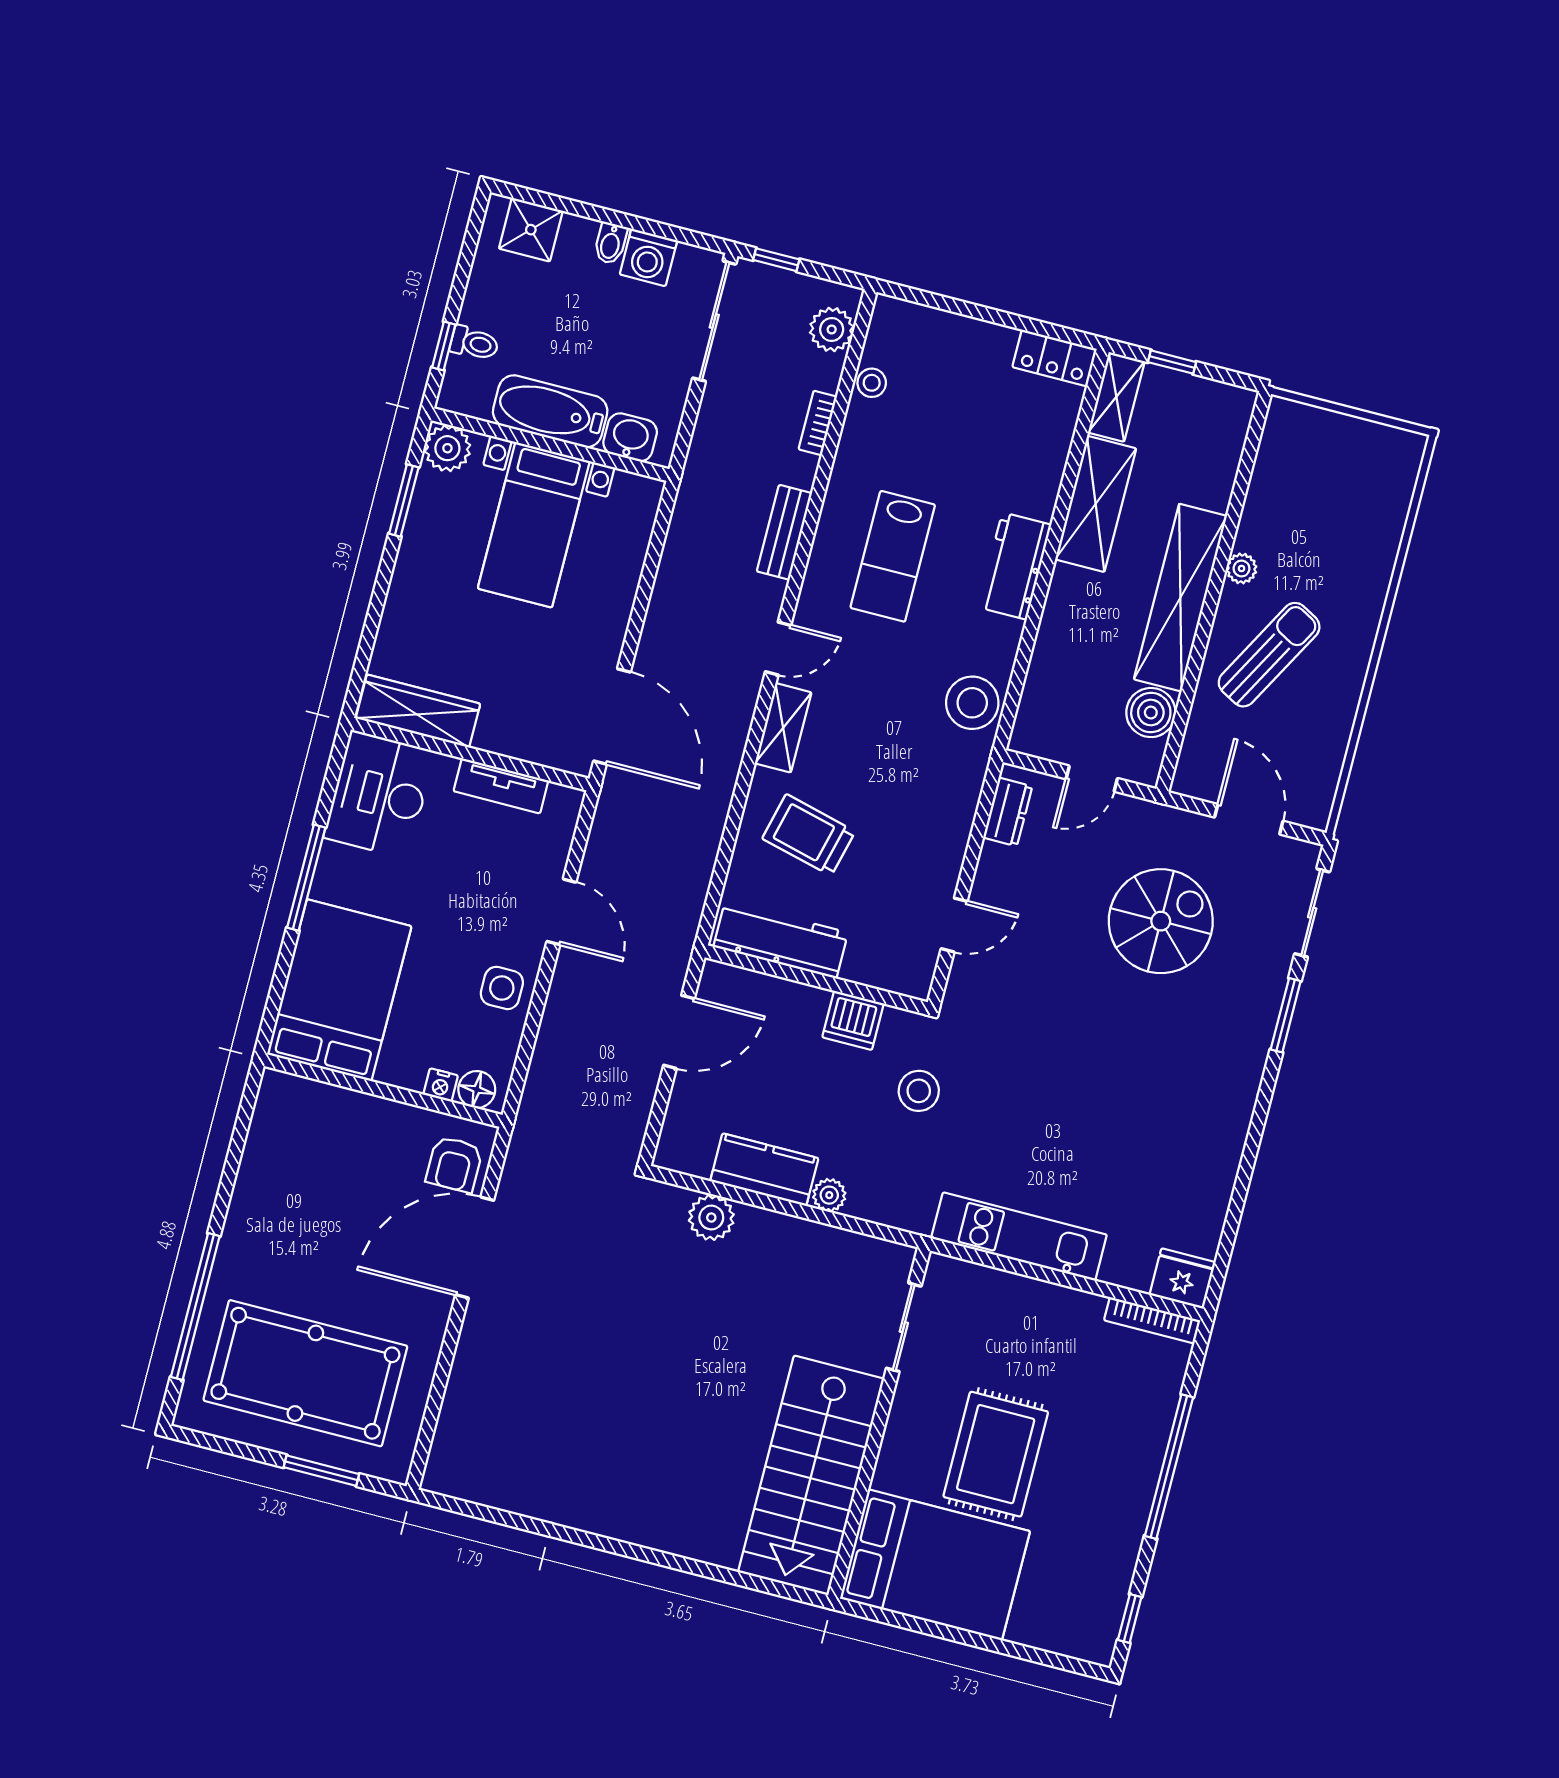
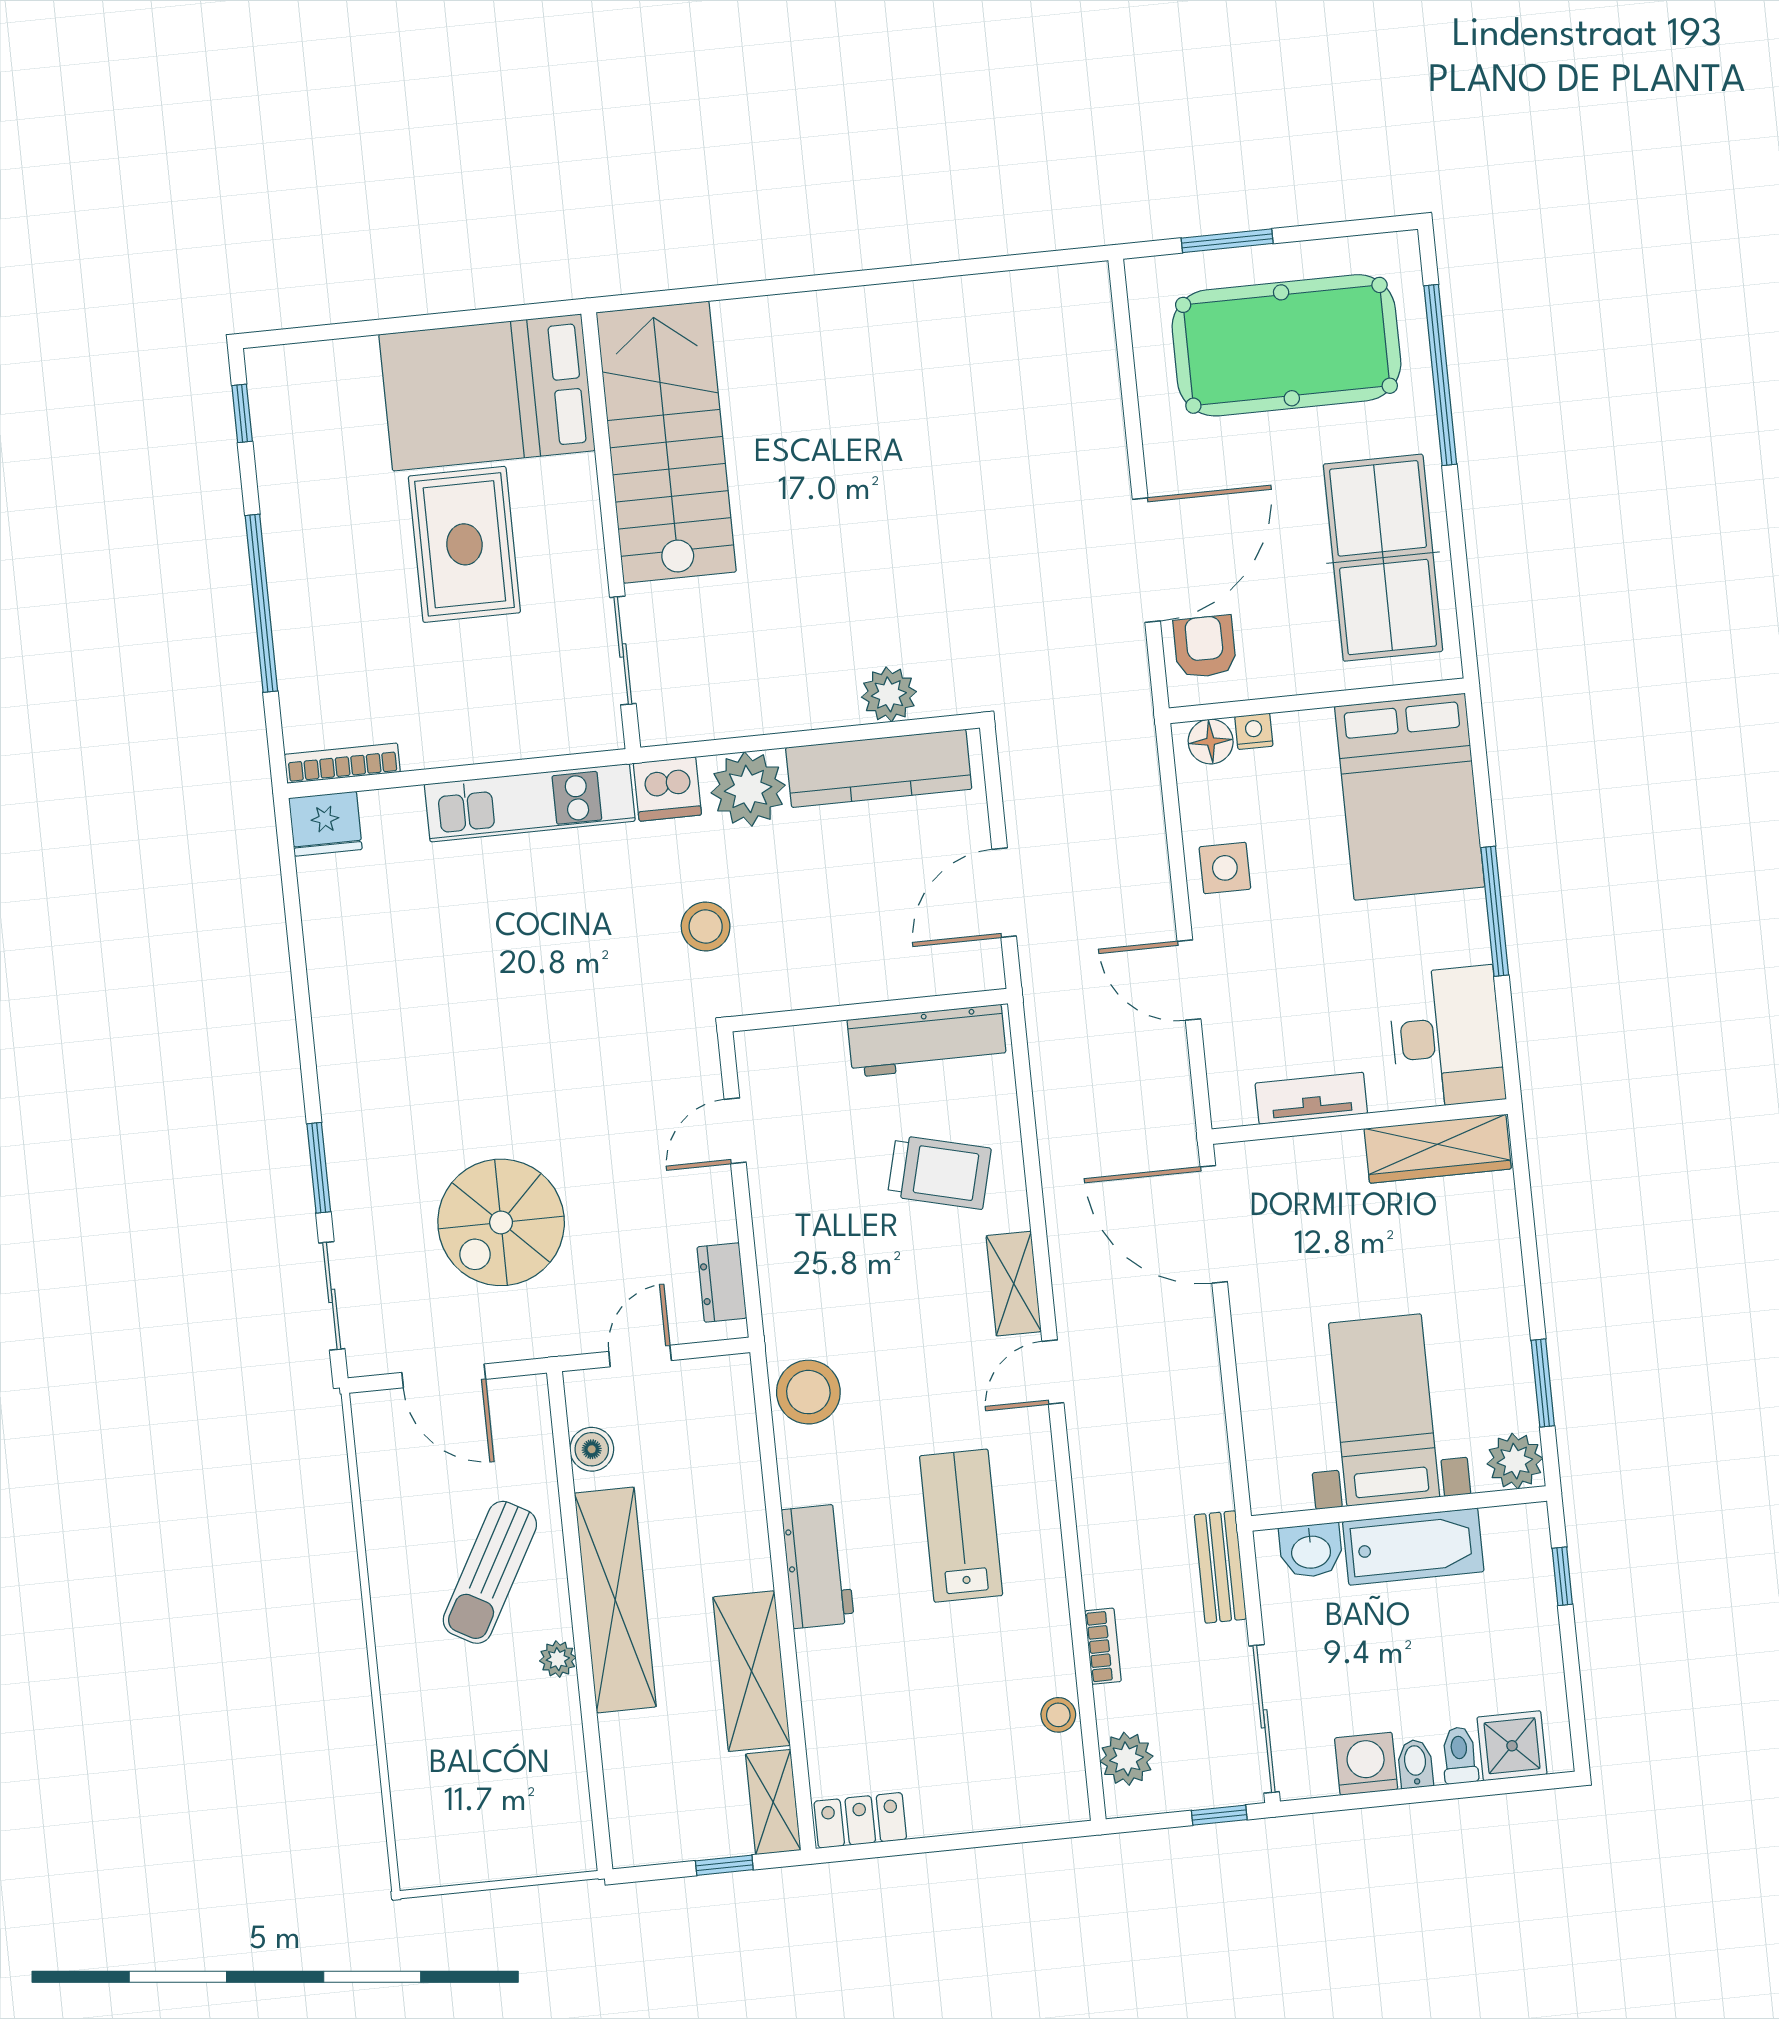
toilet: (474, 343) -> (1460, 1755), moved, turned 90
bench: (784, 532) -> (1220, 1567), moved
boiler: (1151, 713) -> (592, 1449), width x0.73, depth x0.73
dishwasher: (853, 1020) -> (667, 789), moved, turned 180
kitchen counter: (764, 1170) -> (879, 768), width x1.50
table tennis table: (292, 1182) -> (1383, 558), added
plant: (829, 1195) -> (748, 789), width x1.87, depth x1.87

